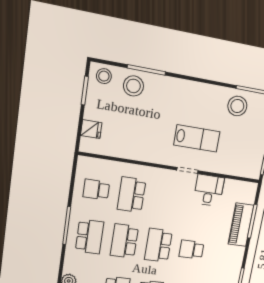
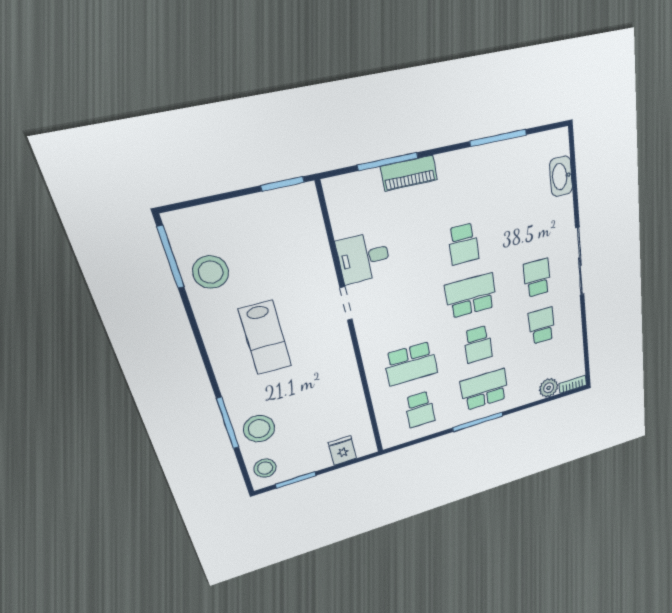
lab bench: (197, 138) -> (265, 338), moved, turned 180
piano: (241, 225) -> (409, 173), width x0.73, depth x0.75
school desk: (124, 241) -> (478, 344), width x0.54
school desk: (158, 245) -> (471, 296), turned 180

